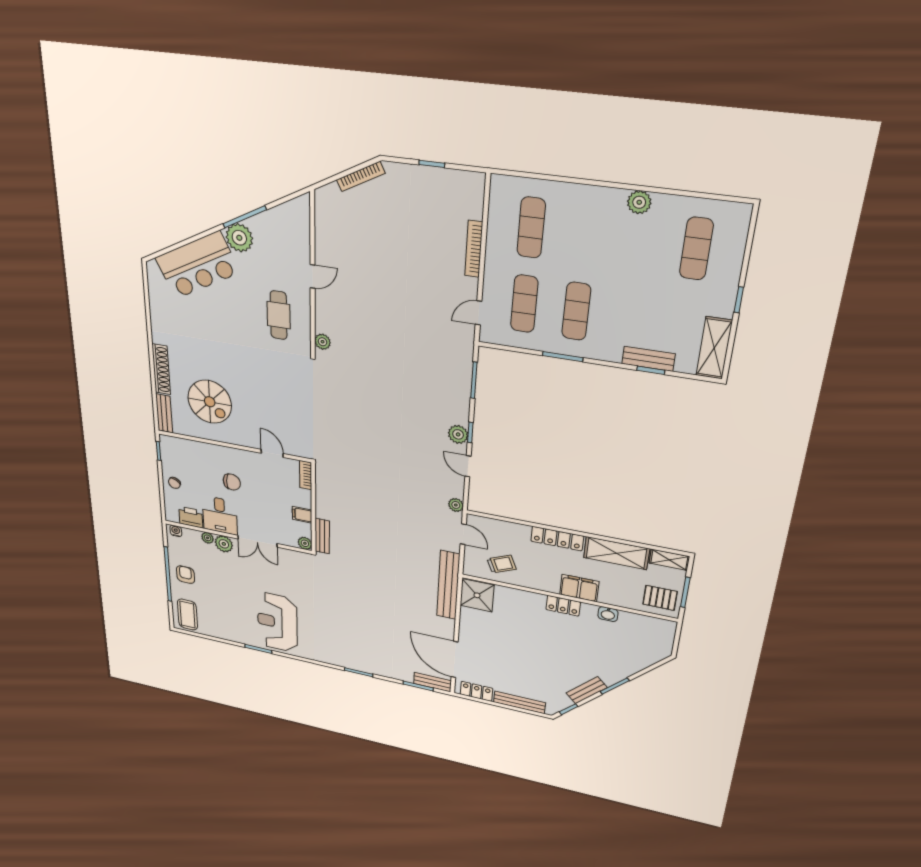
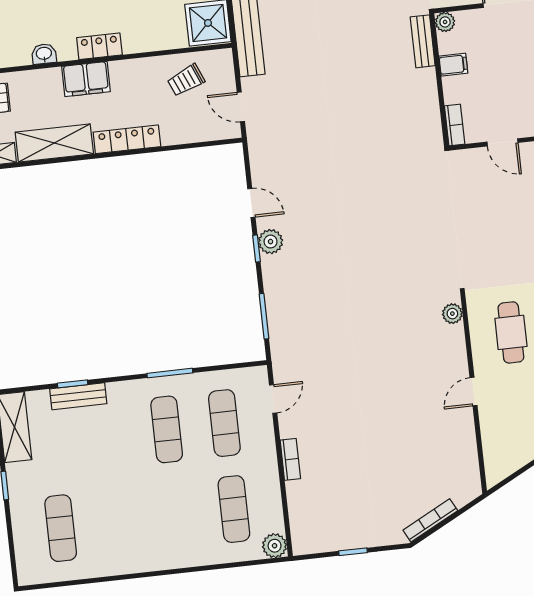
plant: (639, 202) -> (275, 546), moved
bookcase: (474, 249) -> (290, 459), width x0.64
plant: (456, 505) -> (257, 145), removed

